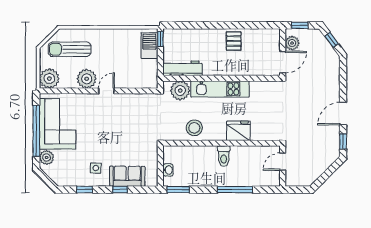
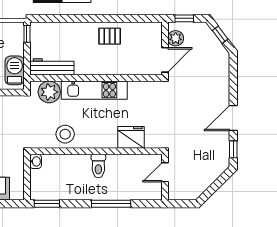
pallet: (234, 41) -> (110, 36), turned 90
barbecue: (149, 46) -> (15, 70), moved
fridge: (238, 131) -> (131, 137), moved
washbasin: (168, 170) -> (36, 161), moved

